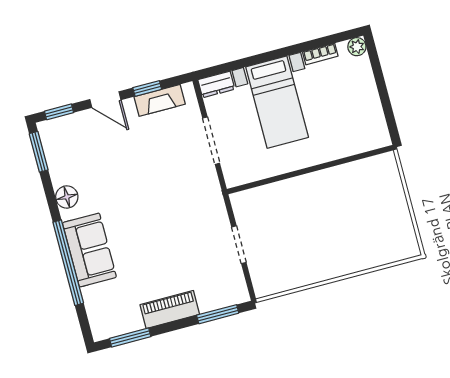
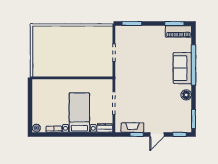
door: (105, 100) -> (157, 134), swing flipped
piano: (170, 309) -> (178, 31), moved

